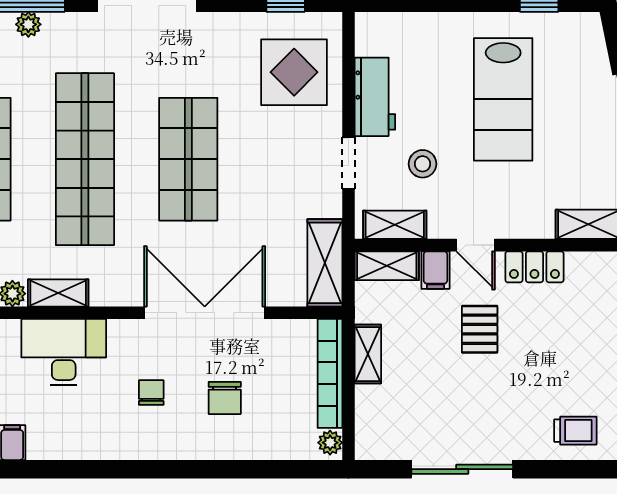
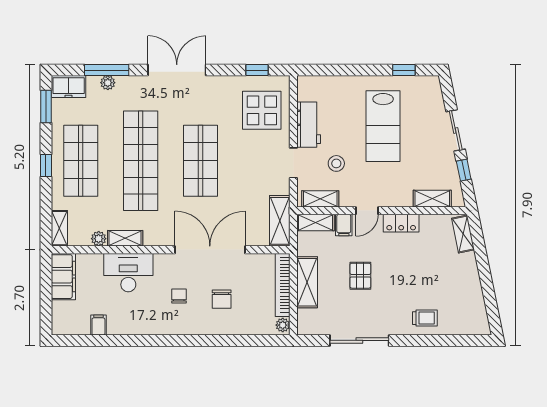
door: (476, 245) -> (367, 211), hinge flipped
pallet: (480, 329) -> (360, 276), moved
shelving: (368, 354) -> (307, 282), width x1.50, depth x1.33

